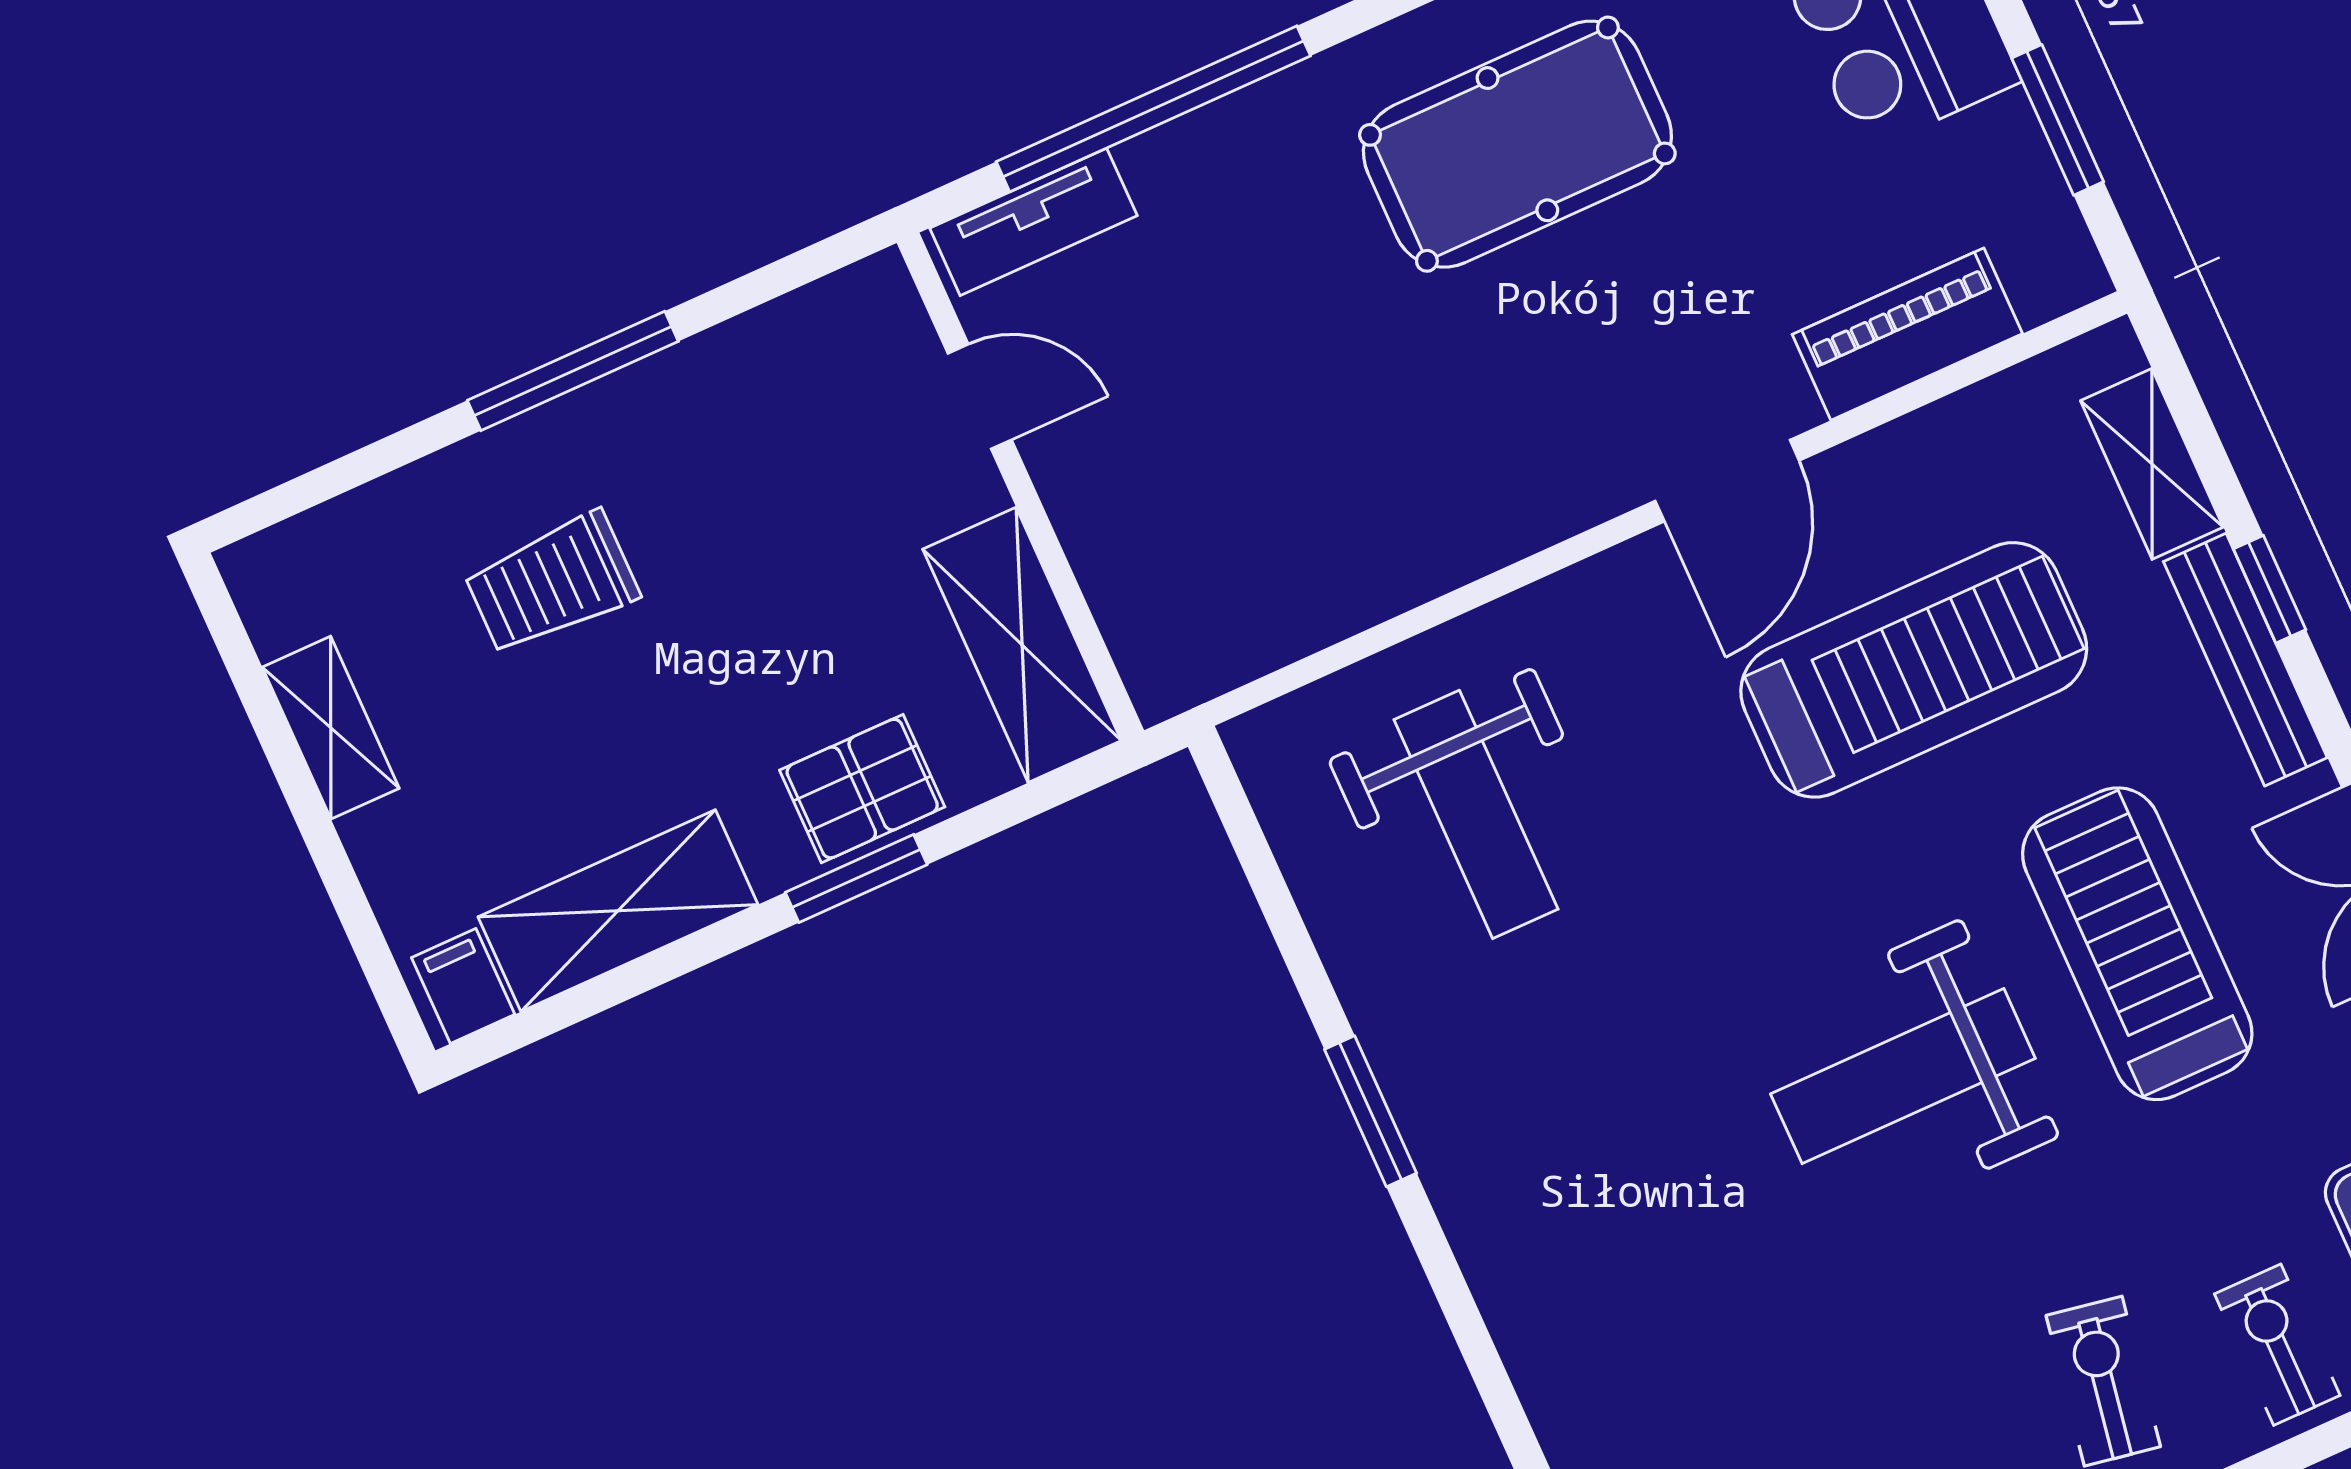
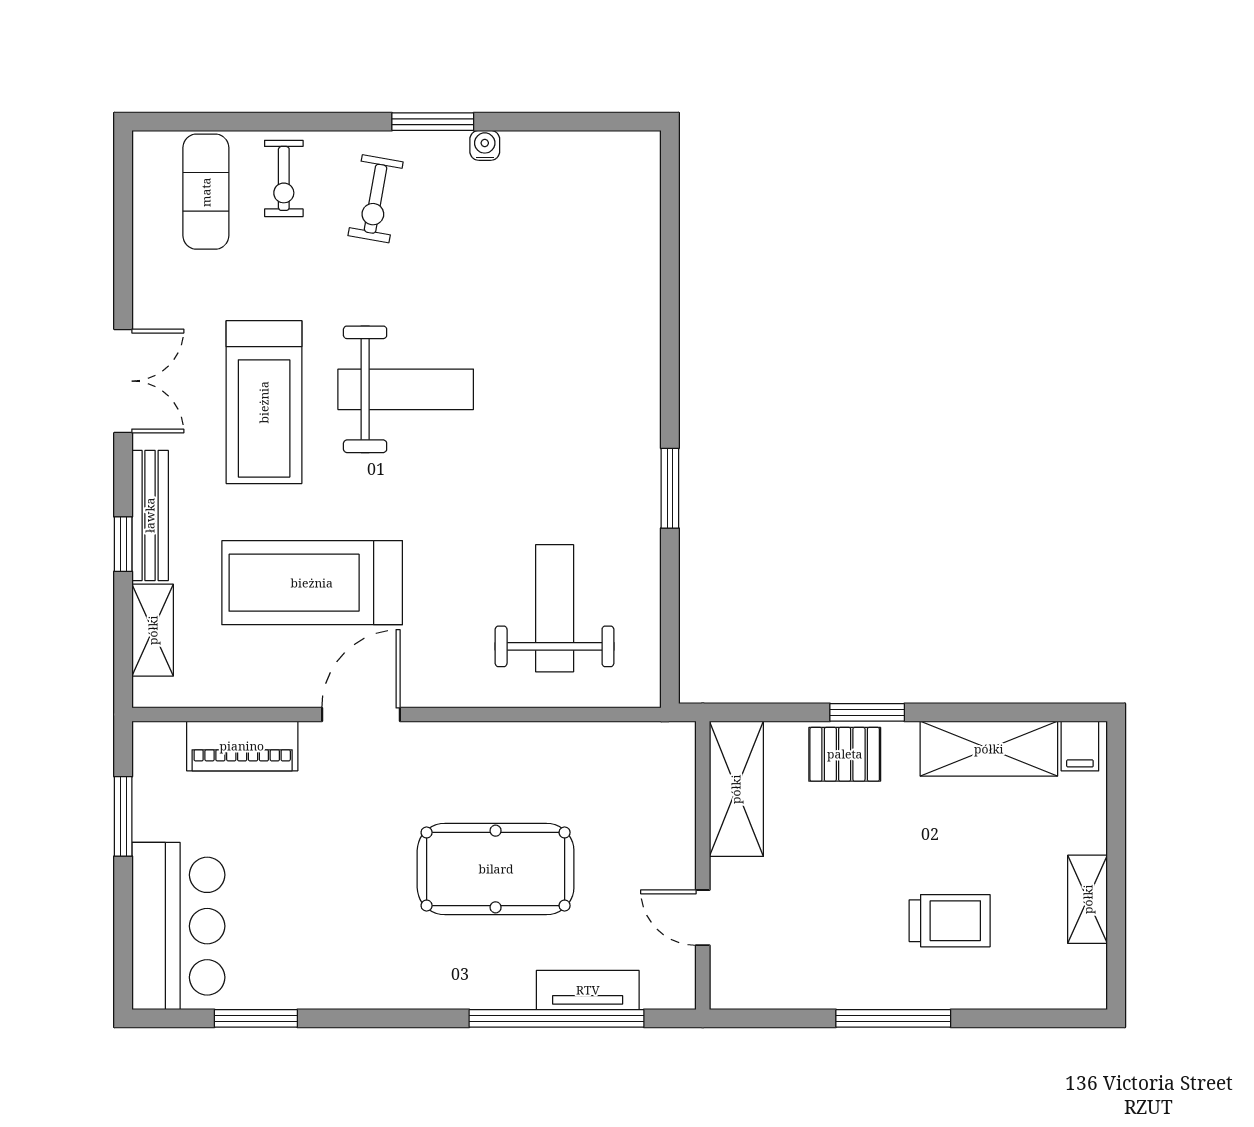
pool table: (1517, 144) -> (496, 869), moved
tv unit: (1033, 222) -> (588, 990), moved

